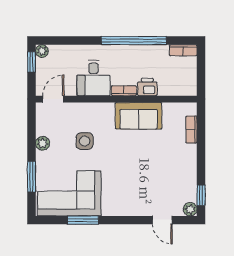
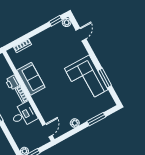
door: (53, 99) -> (47, 130), swing flipped
side table: (85, 141) -> (61, 101), removed
corner sofa: (69, 193) -> (86, 79), moved

